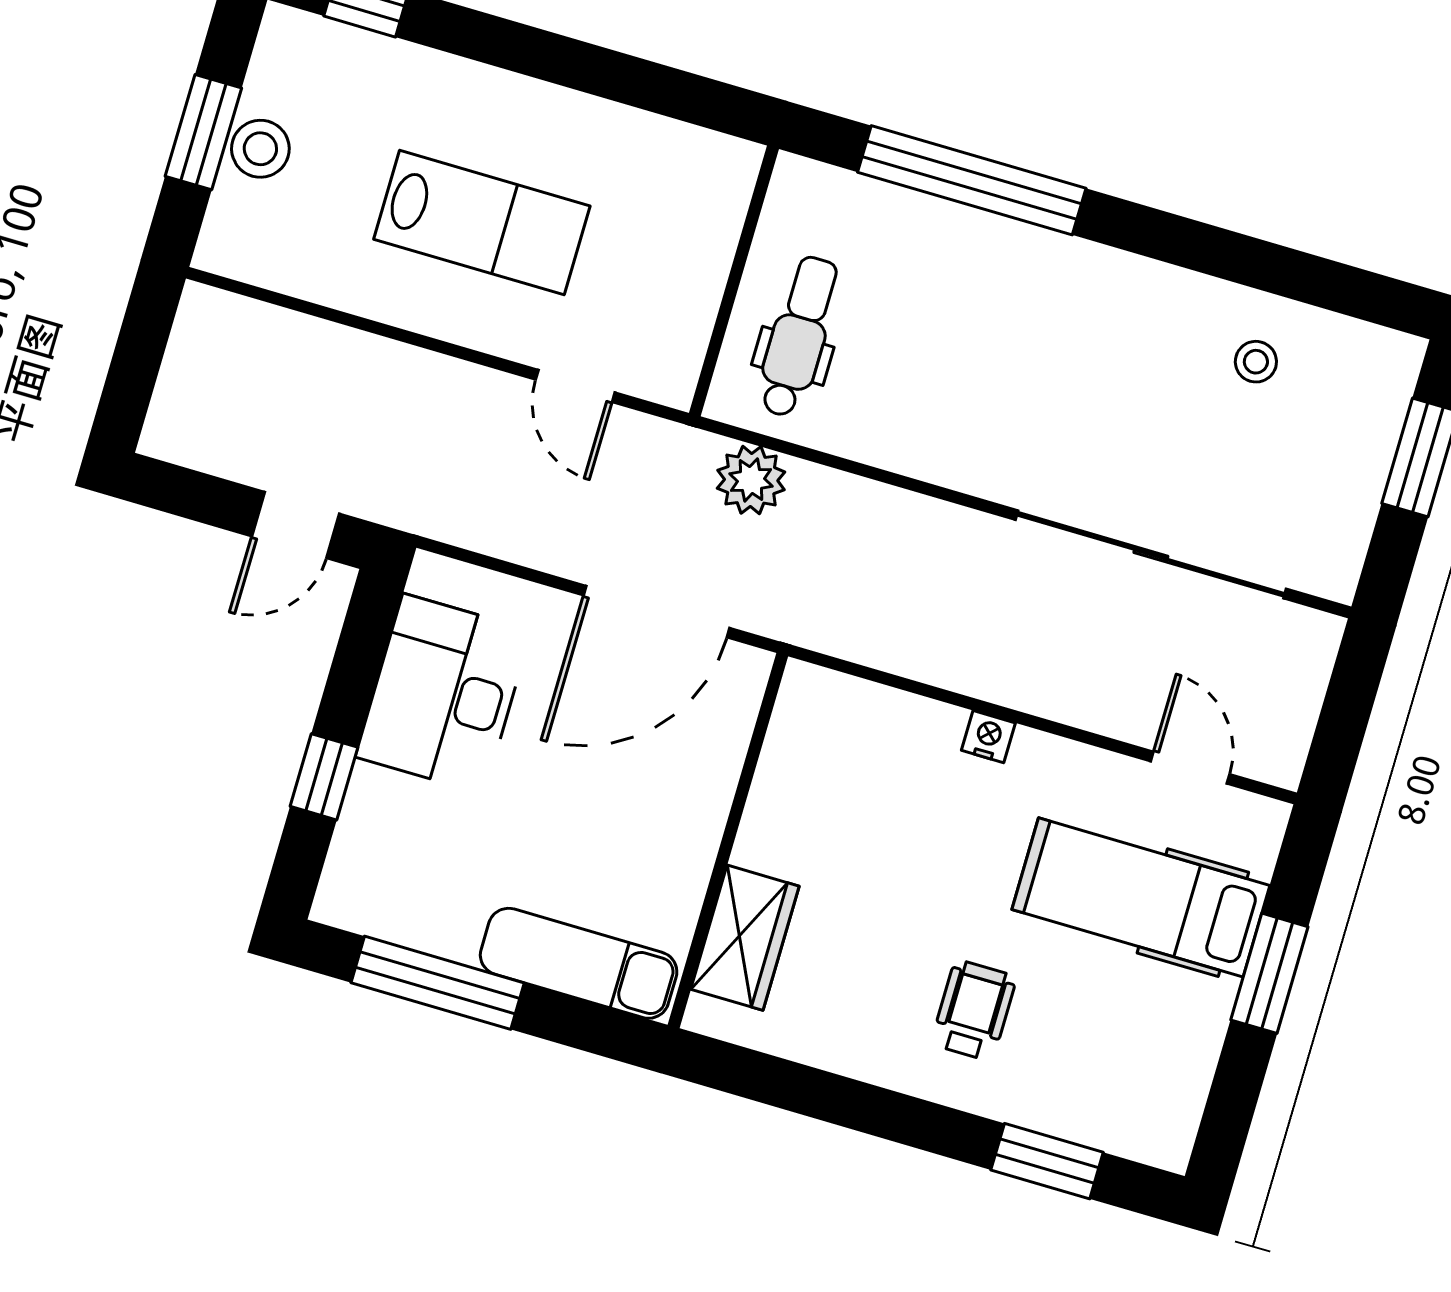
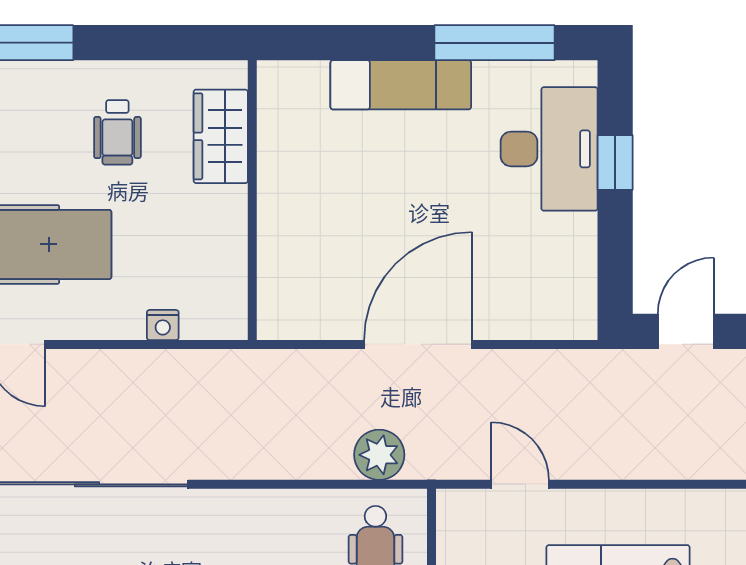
desk: (443, 694) -> (549, 149), moved
wall: (728, 841) -> (252, 200), moved
wardrobe: (745, 938) -> (221, 136), moved

